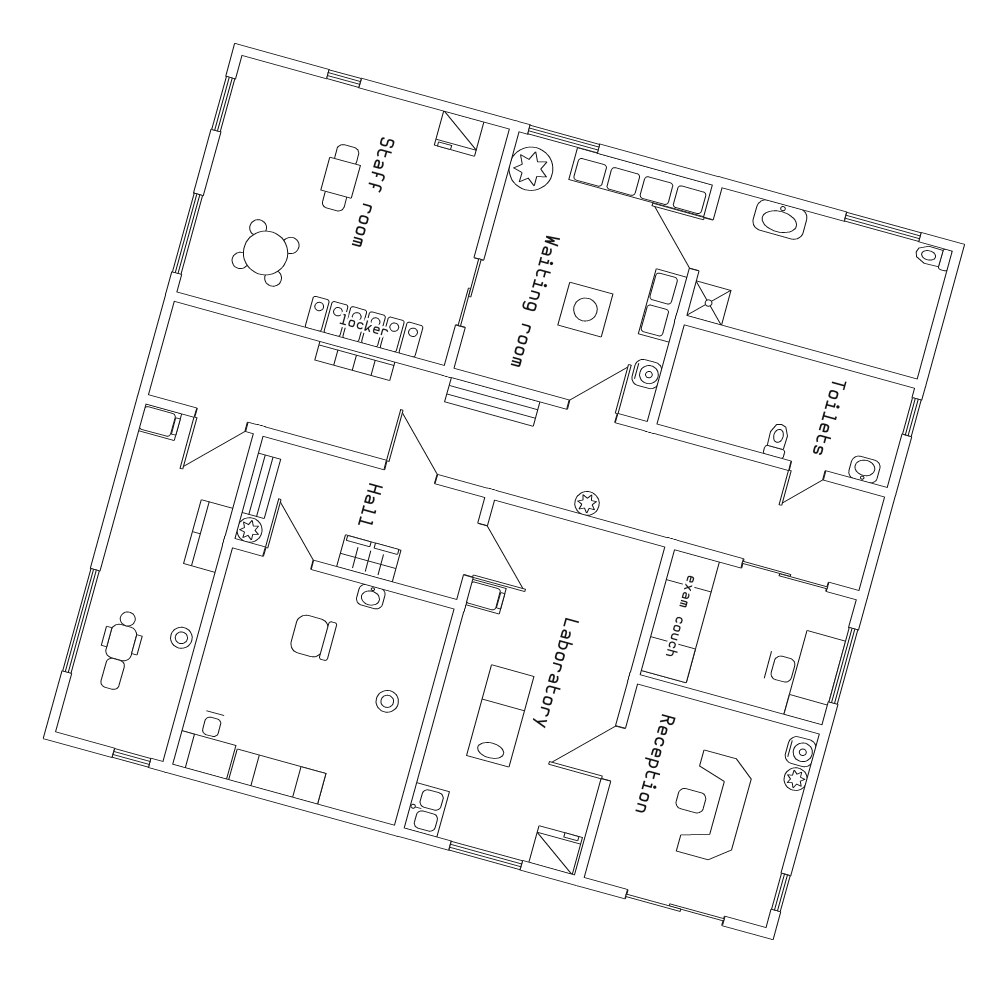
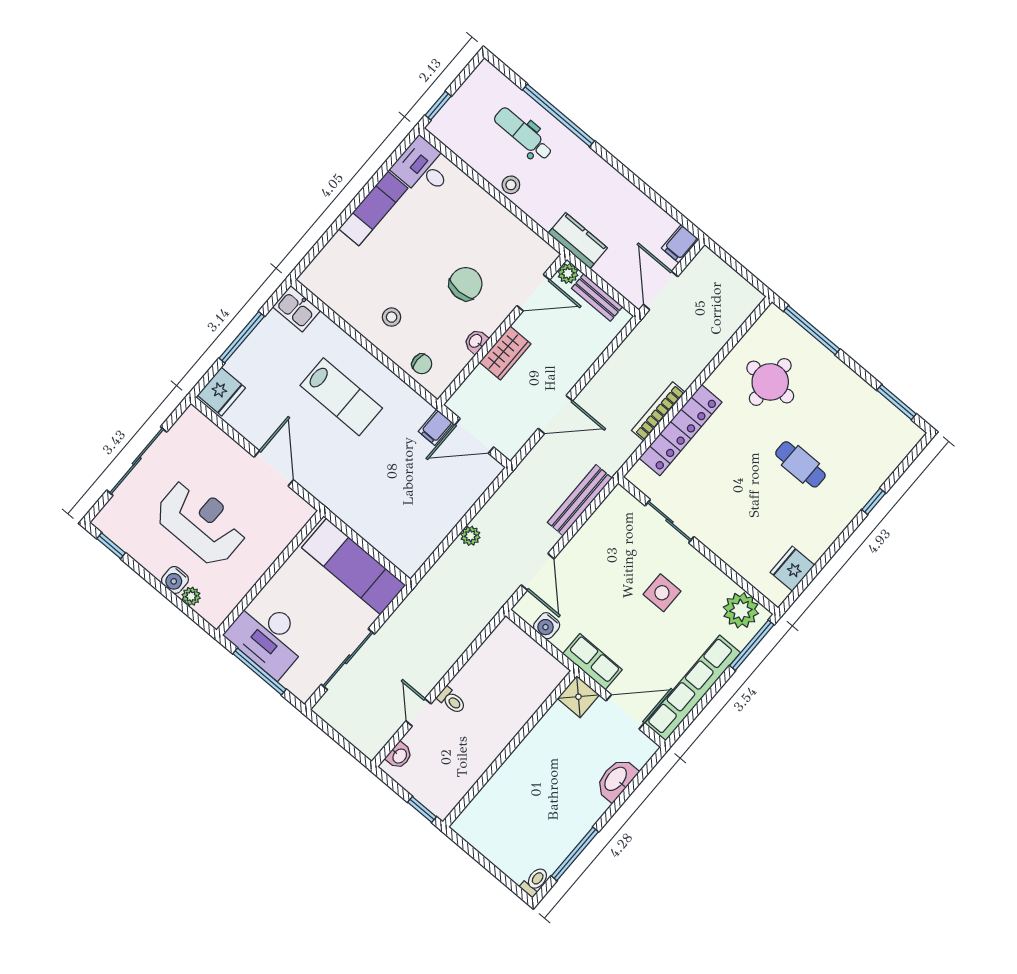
round table: (266, 253) -> (770, 382), turned 32
side table: (585, 310) -> (662, 593), moved, width x0.73, depth x0.73
chair: (423, 644) -> (422, 364), added
water cooler: (801, 752) -> (175, 580), moved

